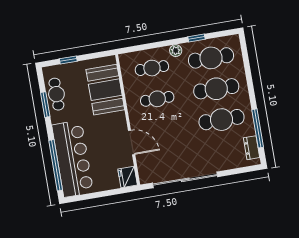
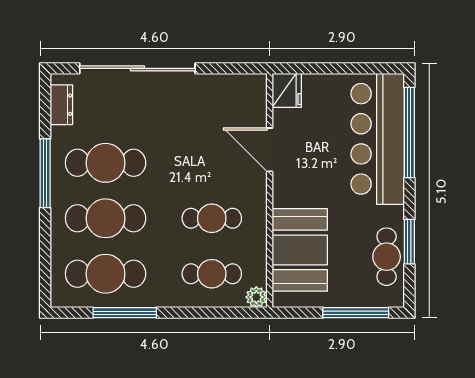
window: (197, 38) -> (125, 313), width x2.17
plant: (176, 51) -> (256, 297), moved
window: (68, 60) -> (356, 313), width x2.17
window: (258, 128) -> (45, 173), moved
sliding door: (185, 180) -> (137, 68), moved

